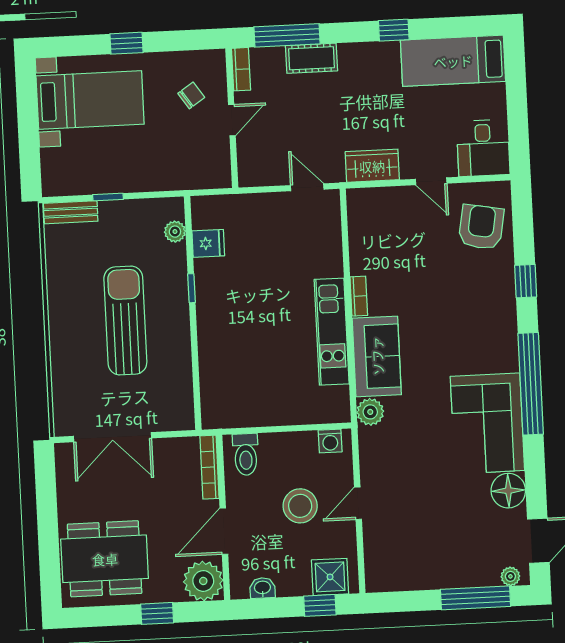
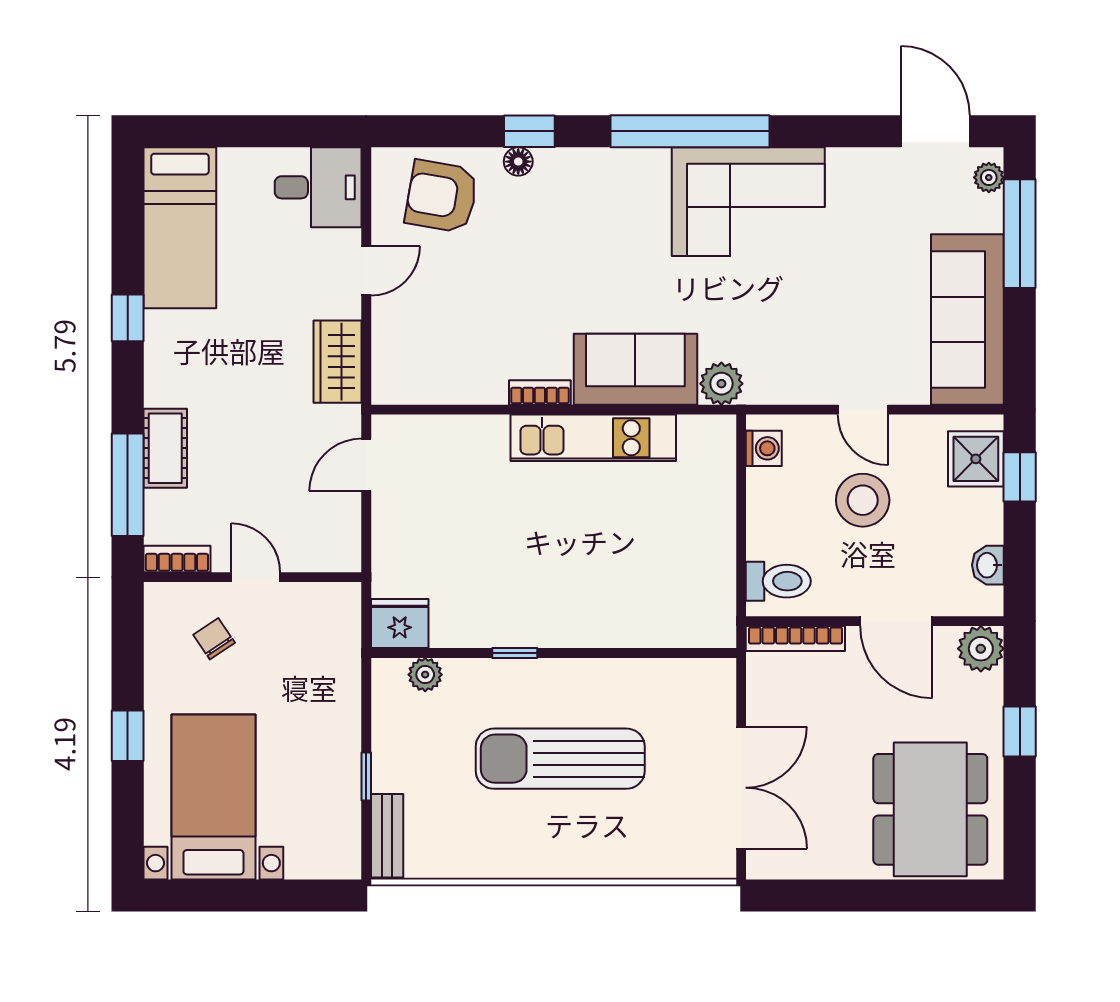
fridge: (208, 243) -> (400, 624), moved, width x1.38
floor lamp: (508, 491) -> (518, 162), moved, width x0.53, depth x0.53
sofa: (419, 567) -> (967, 320), added
plant: (203, 581) -> (981, 649), width x0.73, depth x0.73

